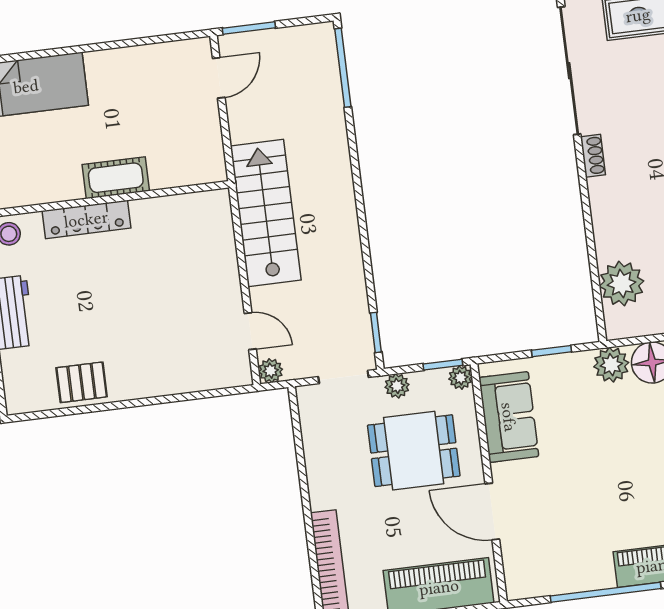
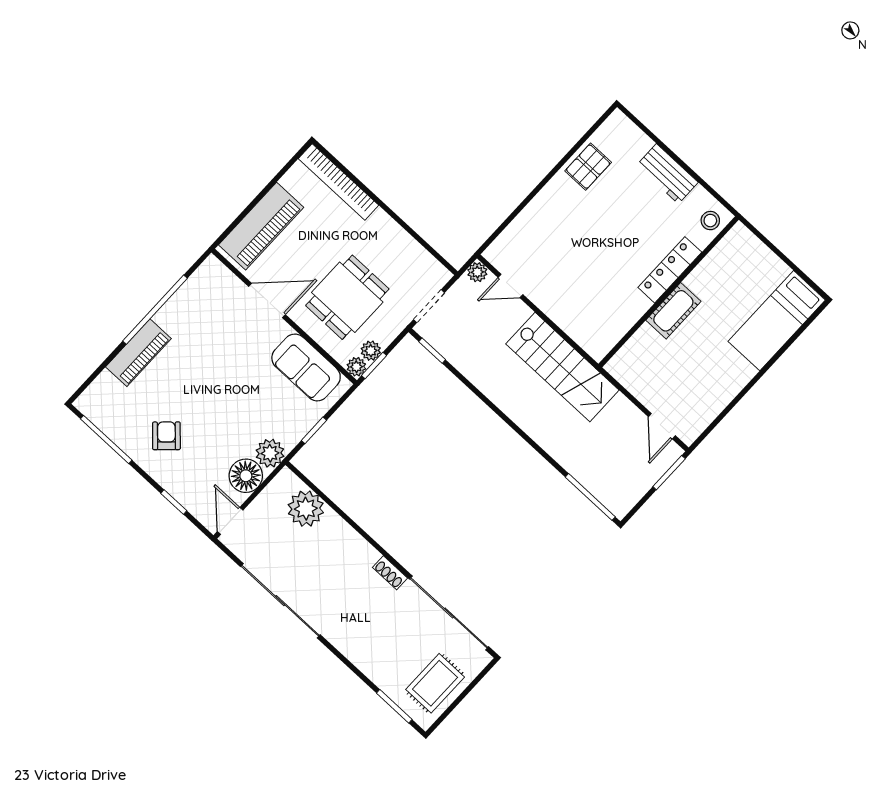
plant: (397, 386) -> (371, 351), moved

